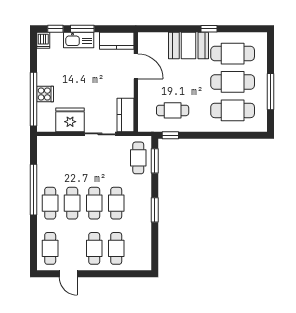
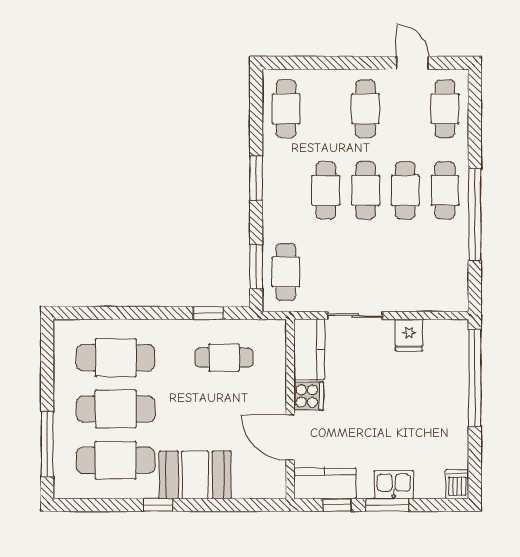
window: (55, 29) -> (337, 505), moved
kitchen sink: (79, 40) -> (394, 485), width x0.73
window: (271, 92) -> (47, 444), moved
cooker: (45, 94) -> (309, 396), moved, turned 180
fridge: (70, 120) -> (409, 335), width x0.53, depth x0.75
window: (170, 135) -> (208, 313), moved
cafe table: (116, 248) -> (286, 109), moved

